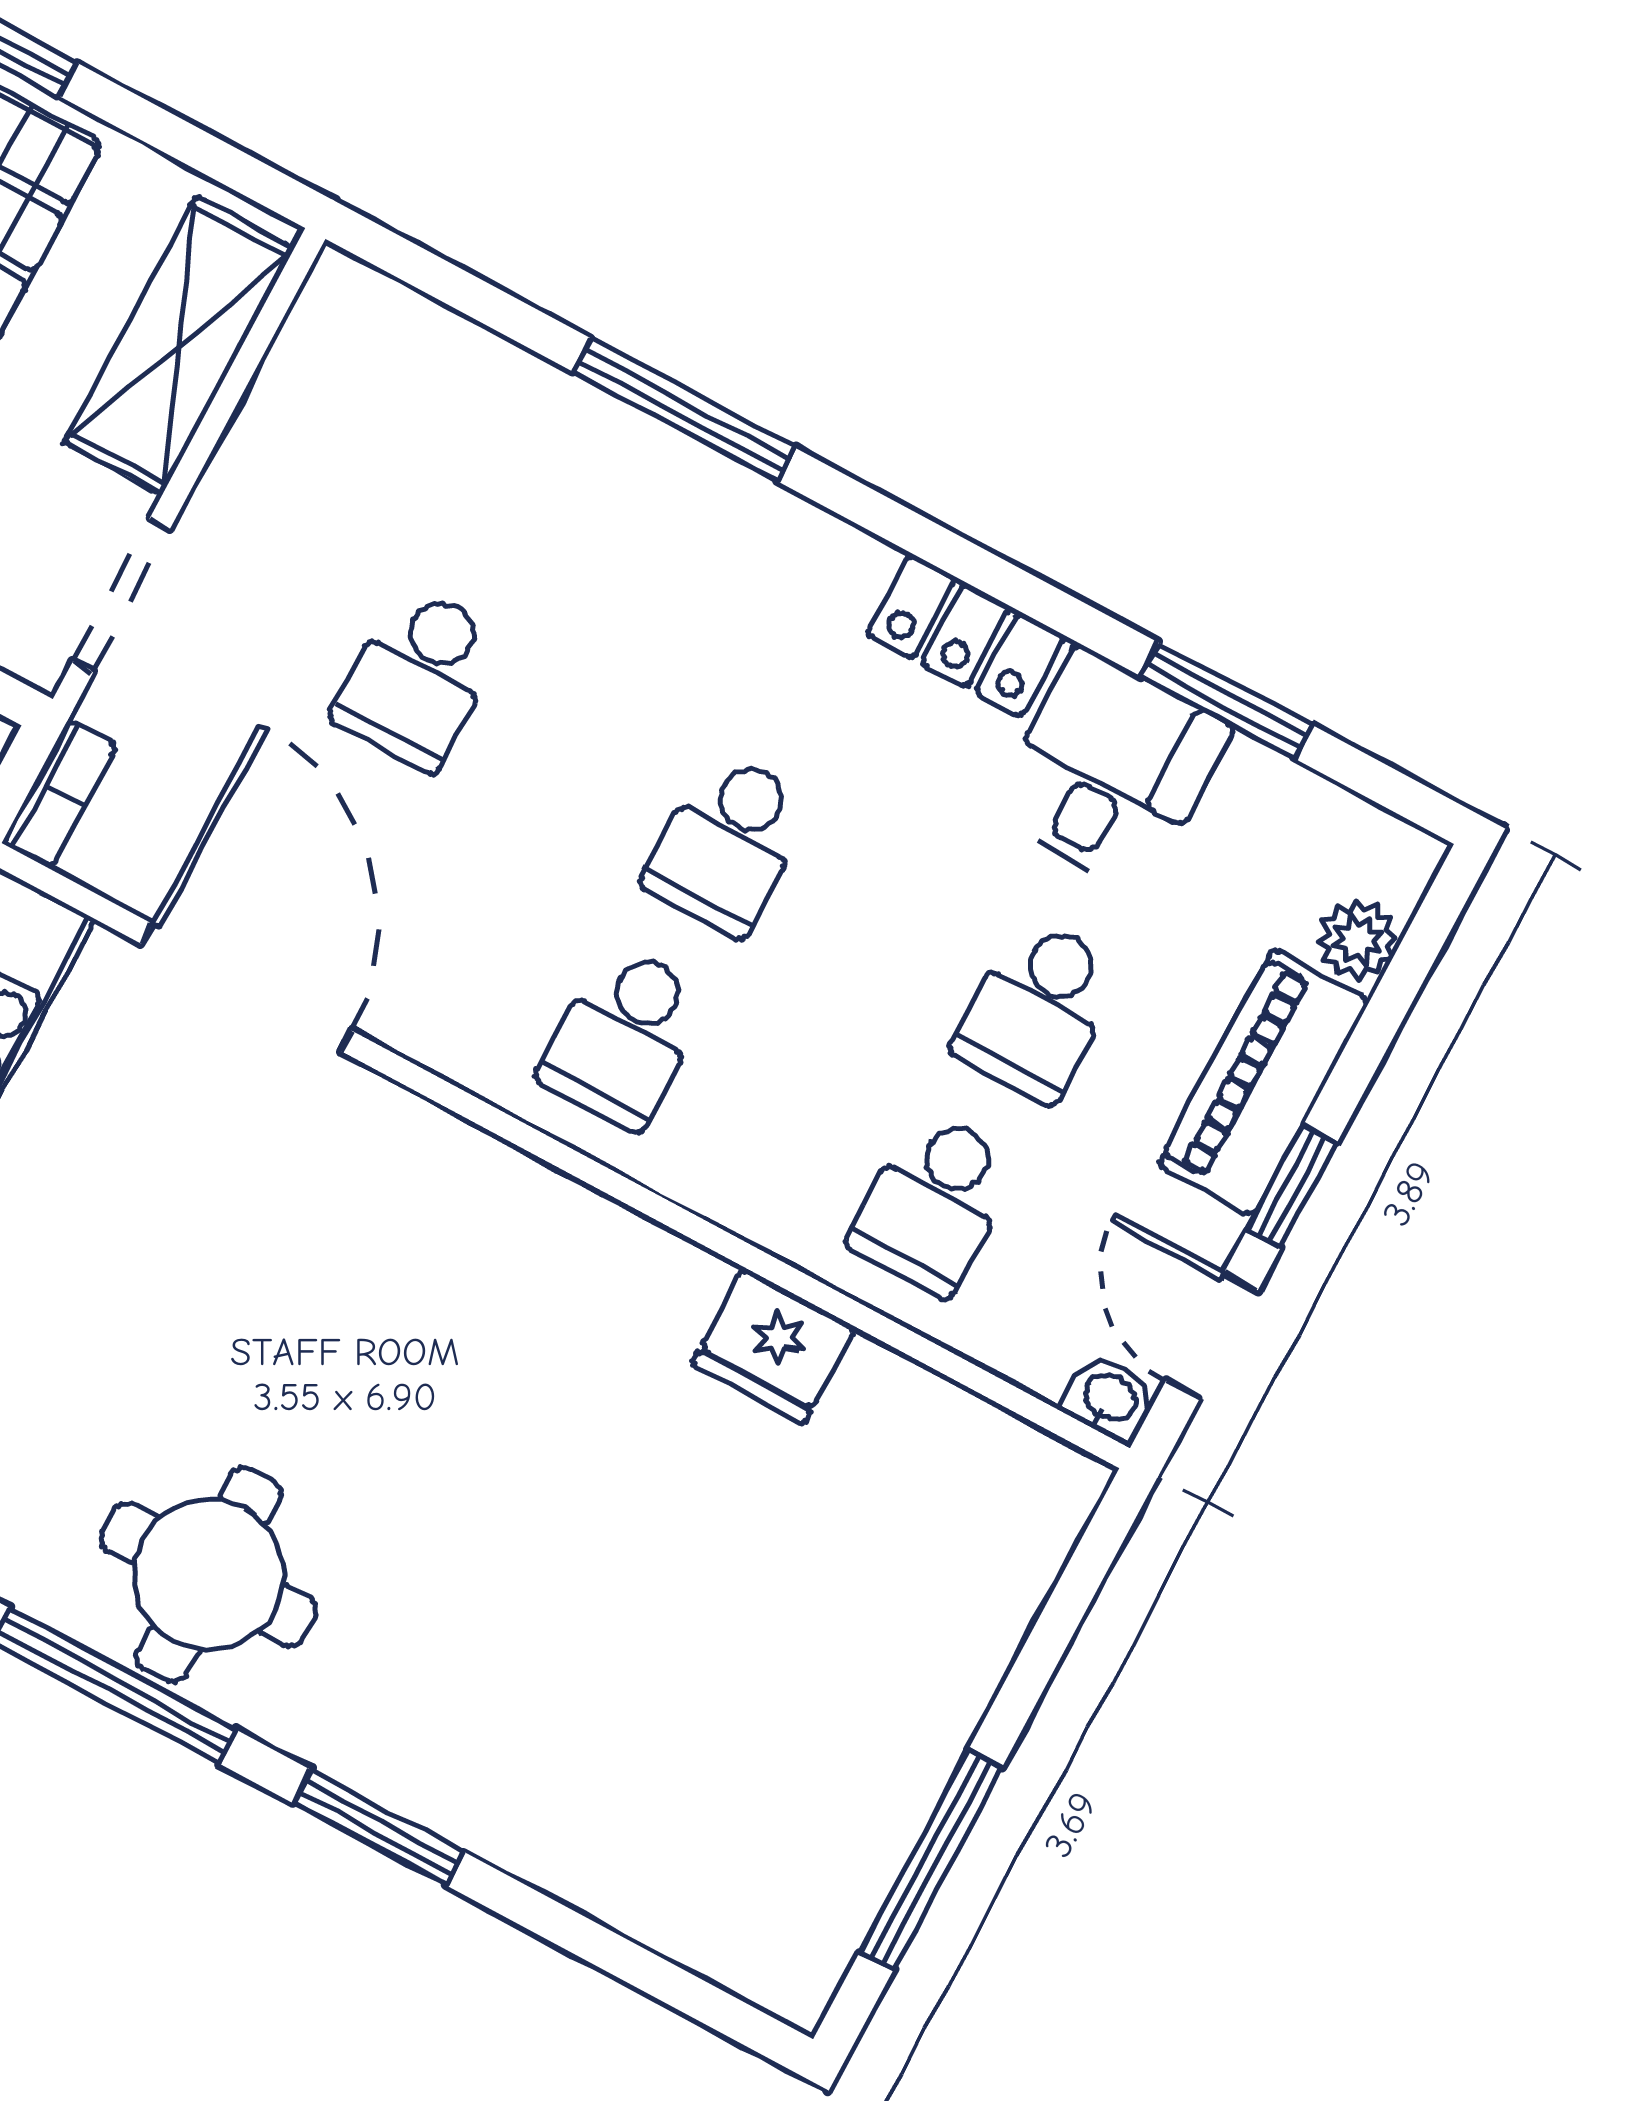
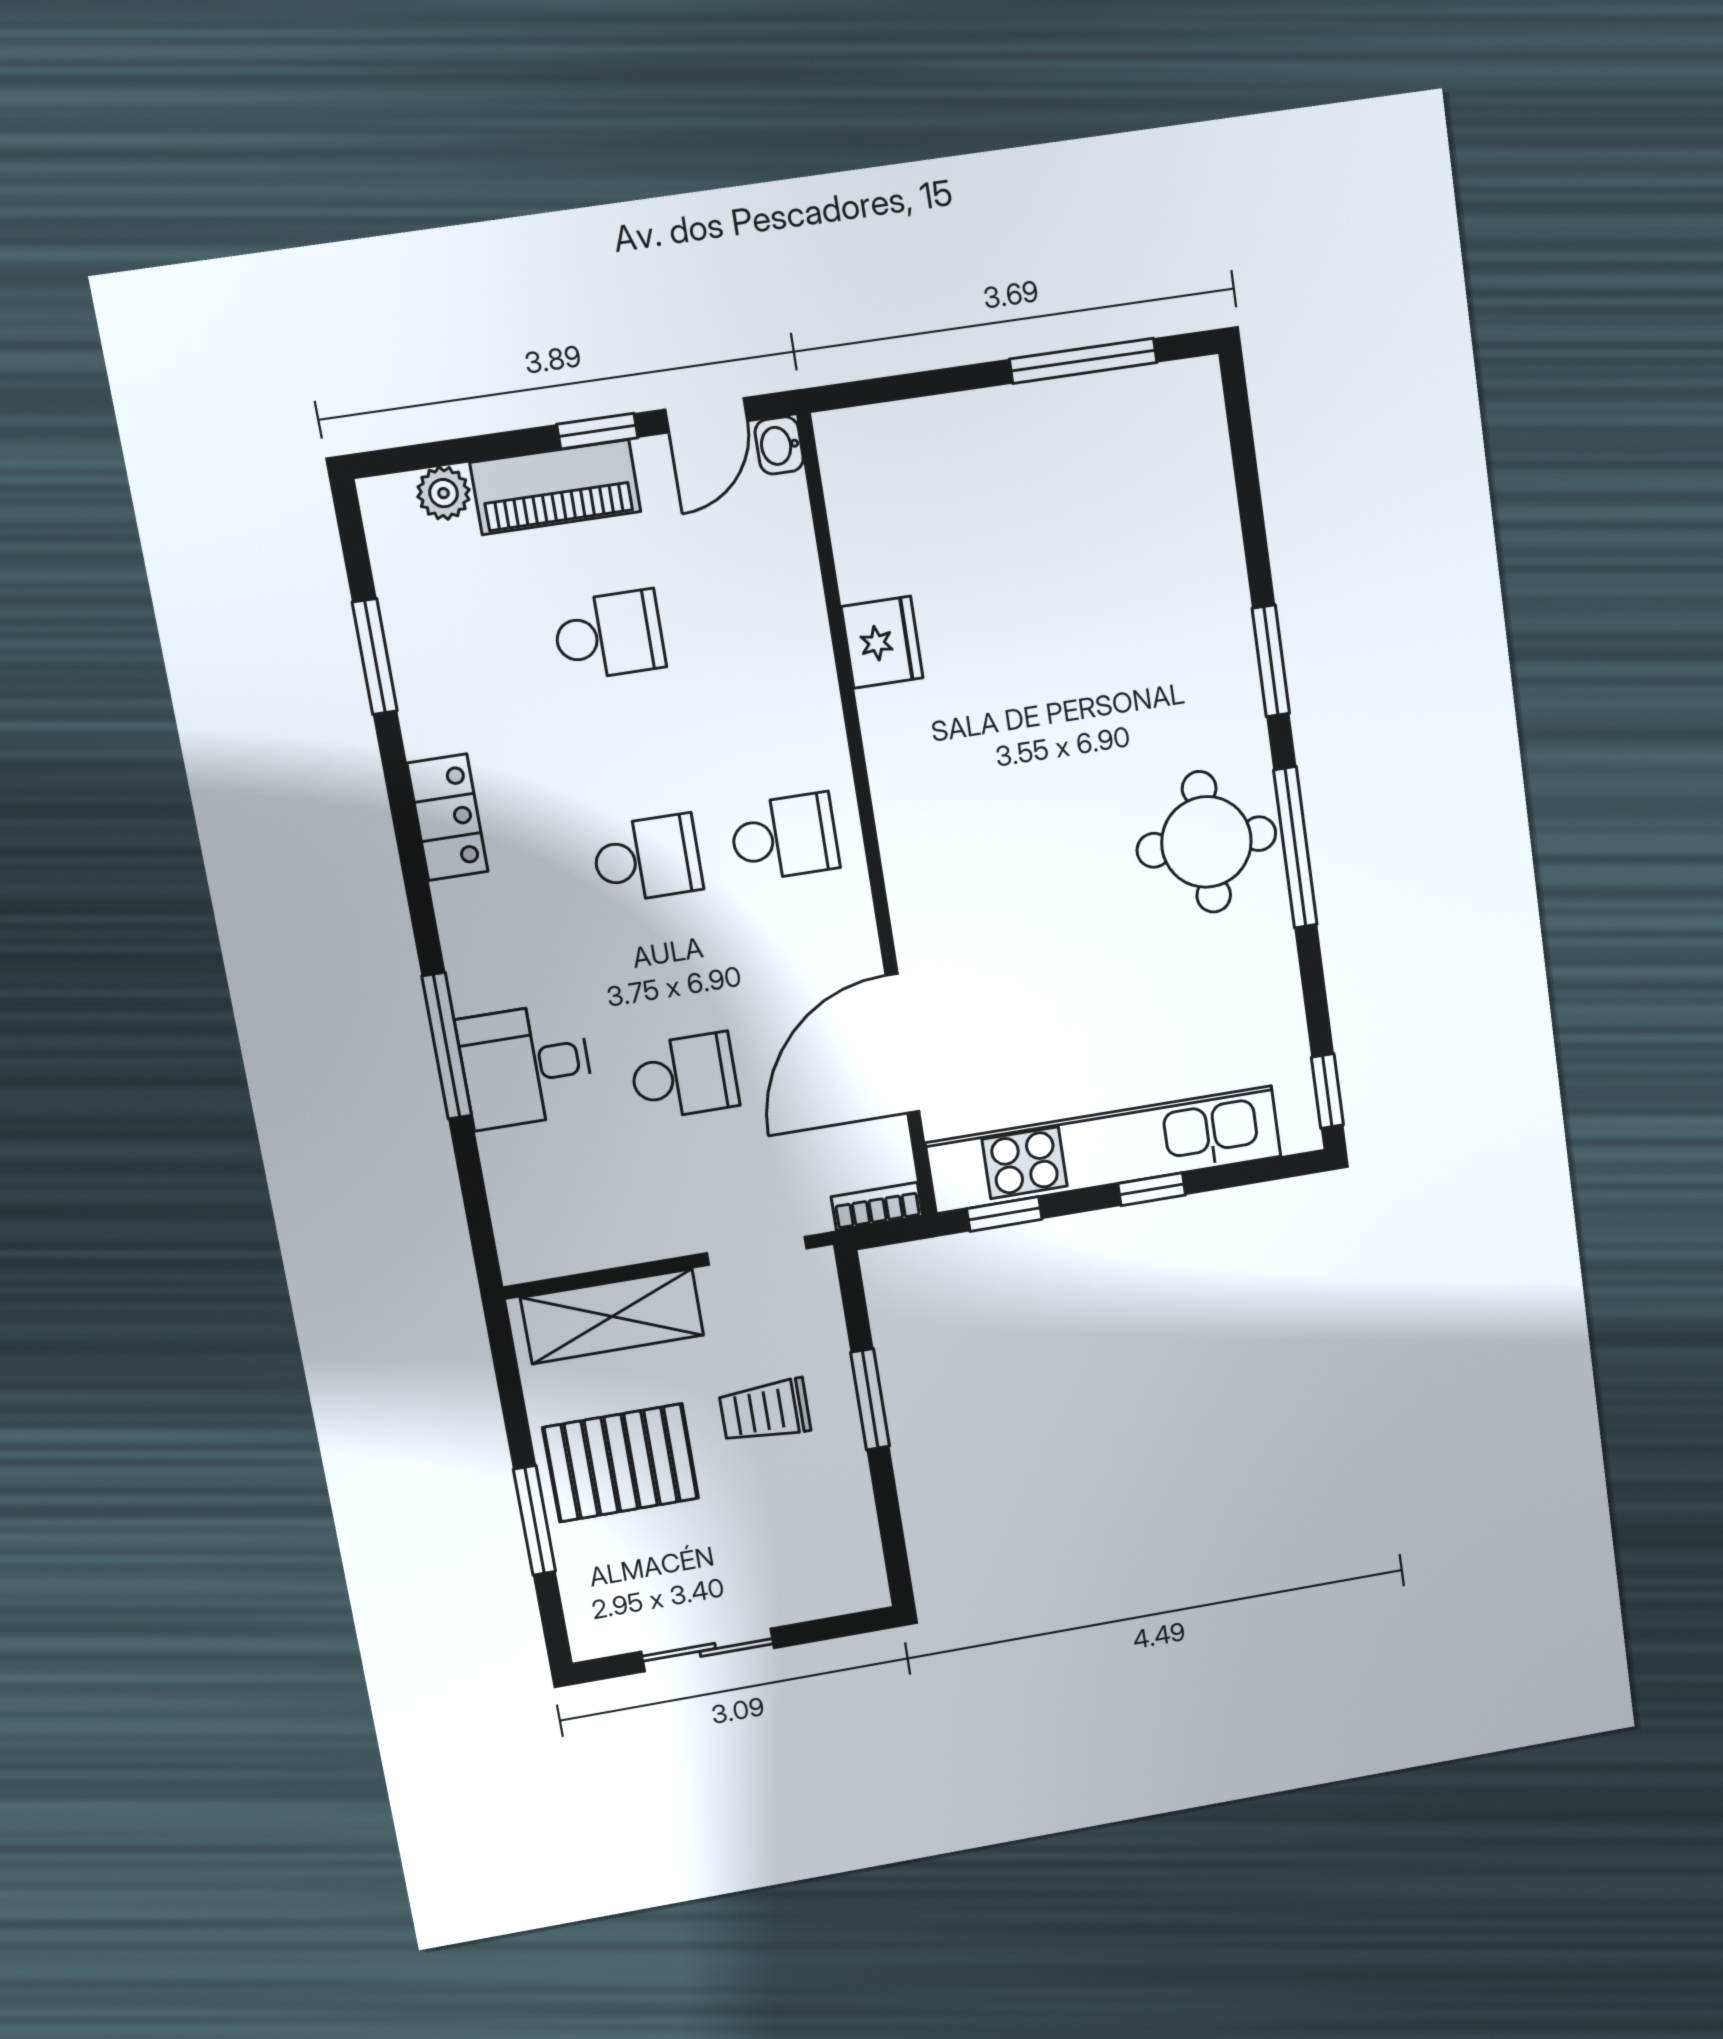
desk: (1110, 771) -> (526, 1066), moved
school desk: (934, 1203) -> (748, 614), removed

